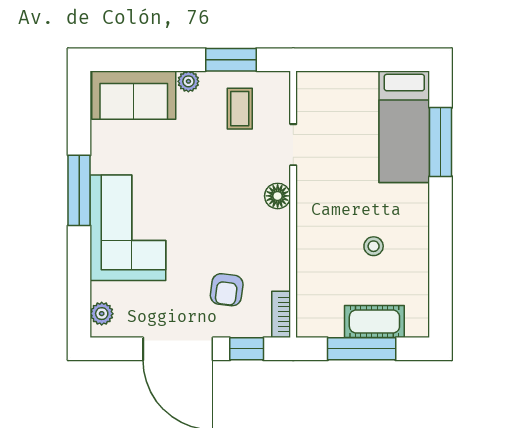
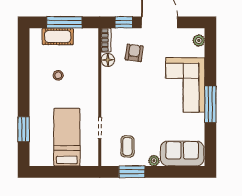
bed: (404, 127) -> (67, 137), moved
window: (441, 142) -> (24, 129), width x0.69
floor lamp: (278, 196) -> (108, 60), moved

